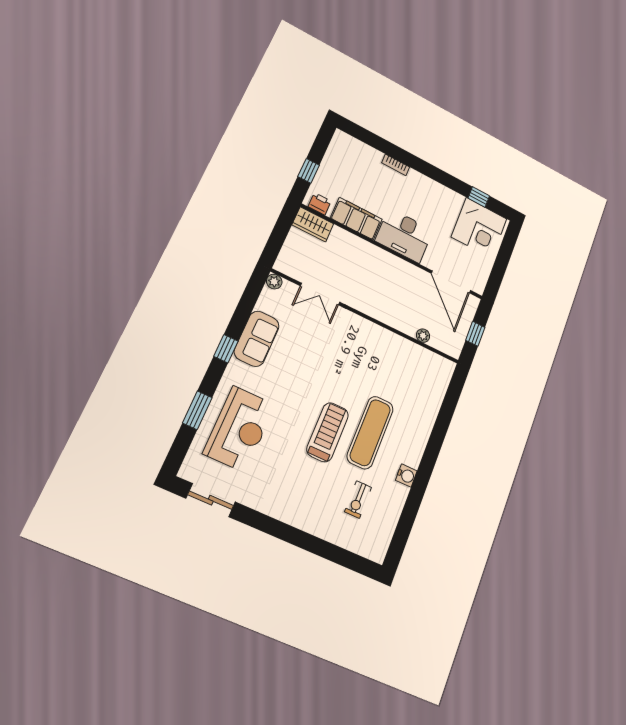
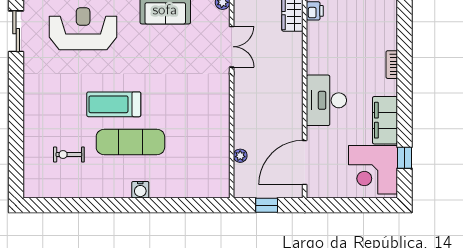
filing cabinet: (356, 219) -> (385, 120), moved, turned 180
double door: (320, 294) -> (232, 47), swing flipped
reception desk: (239, 429) -> (83, 29), turned 180
treadmill: (328, 432) -> (114, 104), turned 180
water cooler: (406, 476) -> (140, 190), moved

